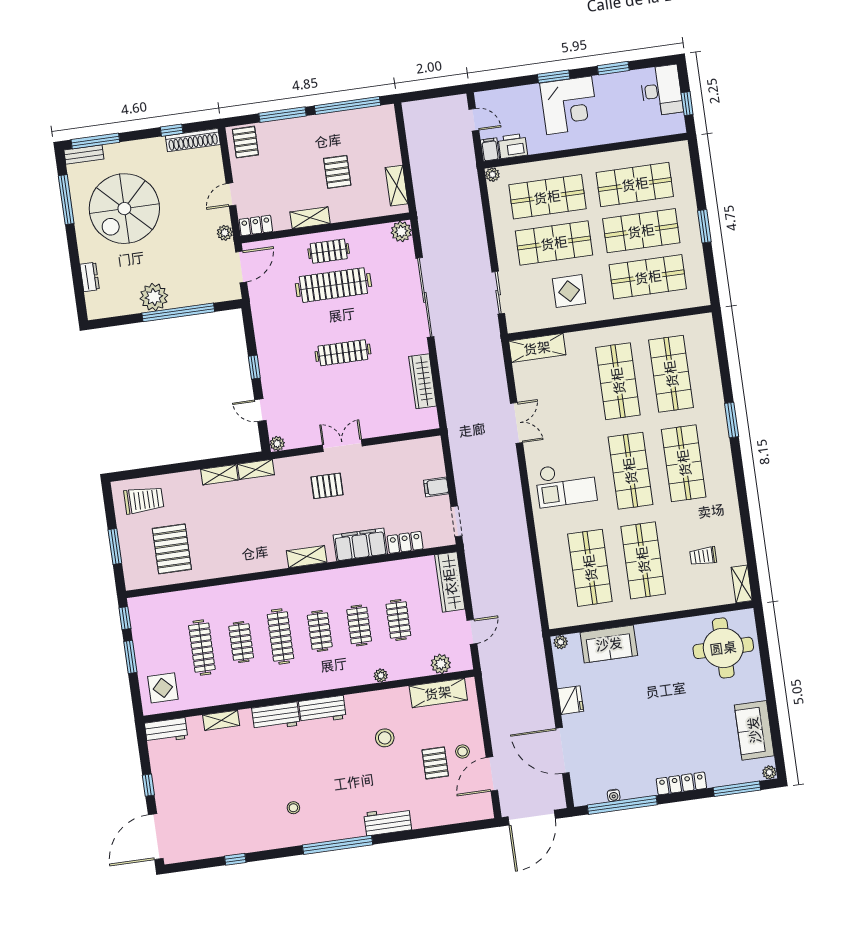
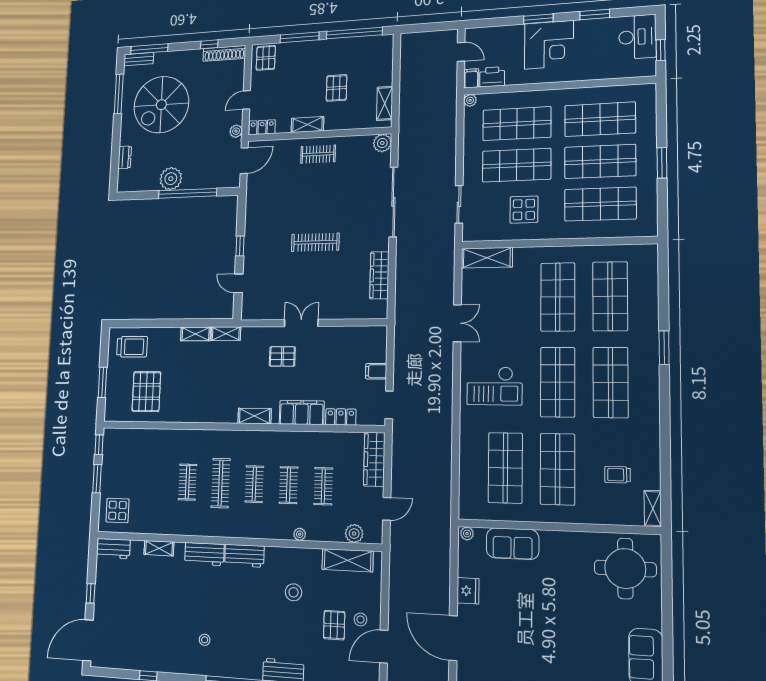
clothes rail: (333, 285) -> (317, 183), removed
plant: (277, 444) -> (247, 314), removed
clothes rail: (202, 648) -> (155, 481), removed

